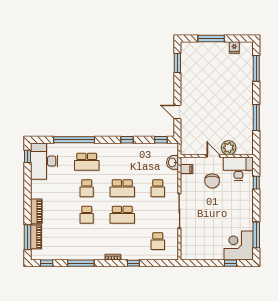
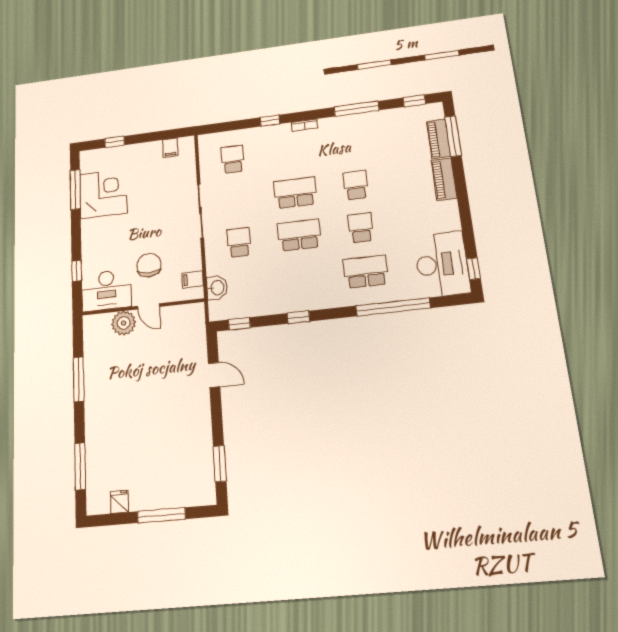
corner desk: (239, 246) -> (103, 194), moved, turned -90
filing cabinet: (196, 254) -> (170, 148), added

